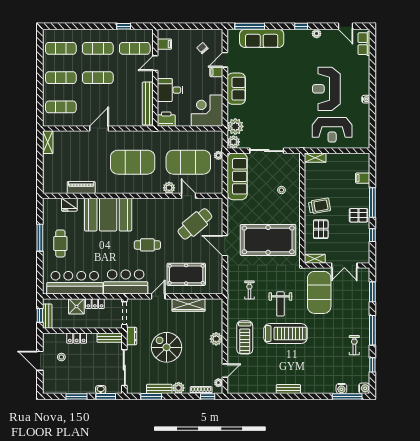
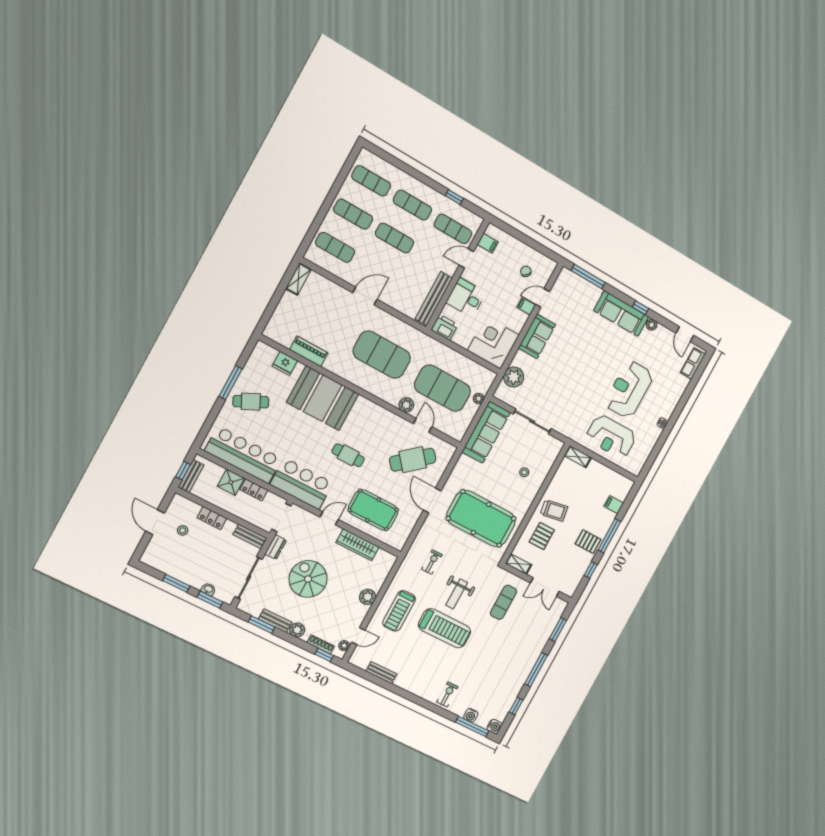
sofa: (262, 38) -> (621, 314), moved
plant: (233, 142) -> (503, 393), removed
cafe table: (60, 243) -> (251, 402), turned 64
exercise mat: (319, 292) -> (504, 602), width x0.50, depth x0.69
exercise bike: (354, 345) -> (447, 694), moved
bench: (288, 389) -> (381, 673), moved

